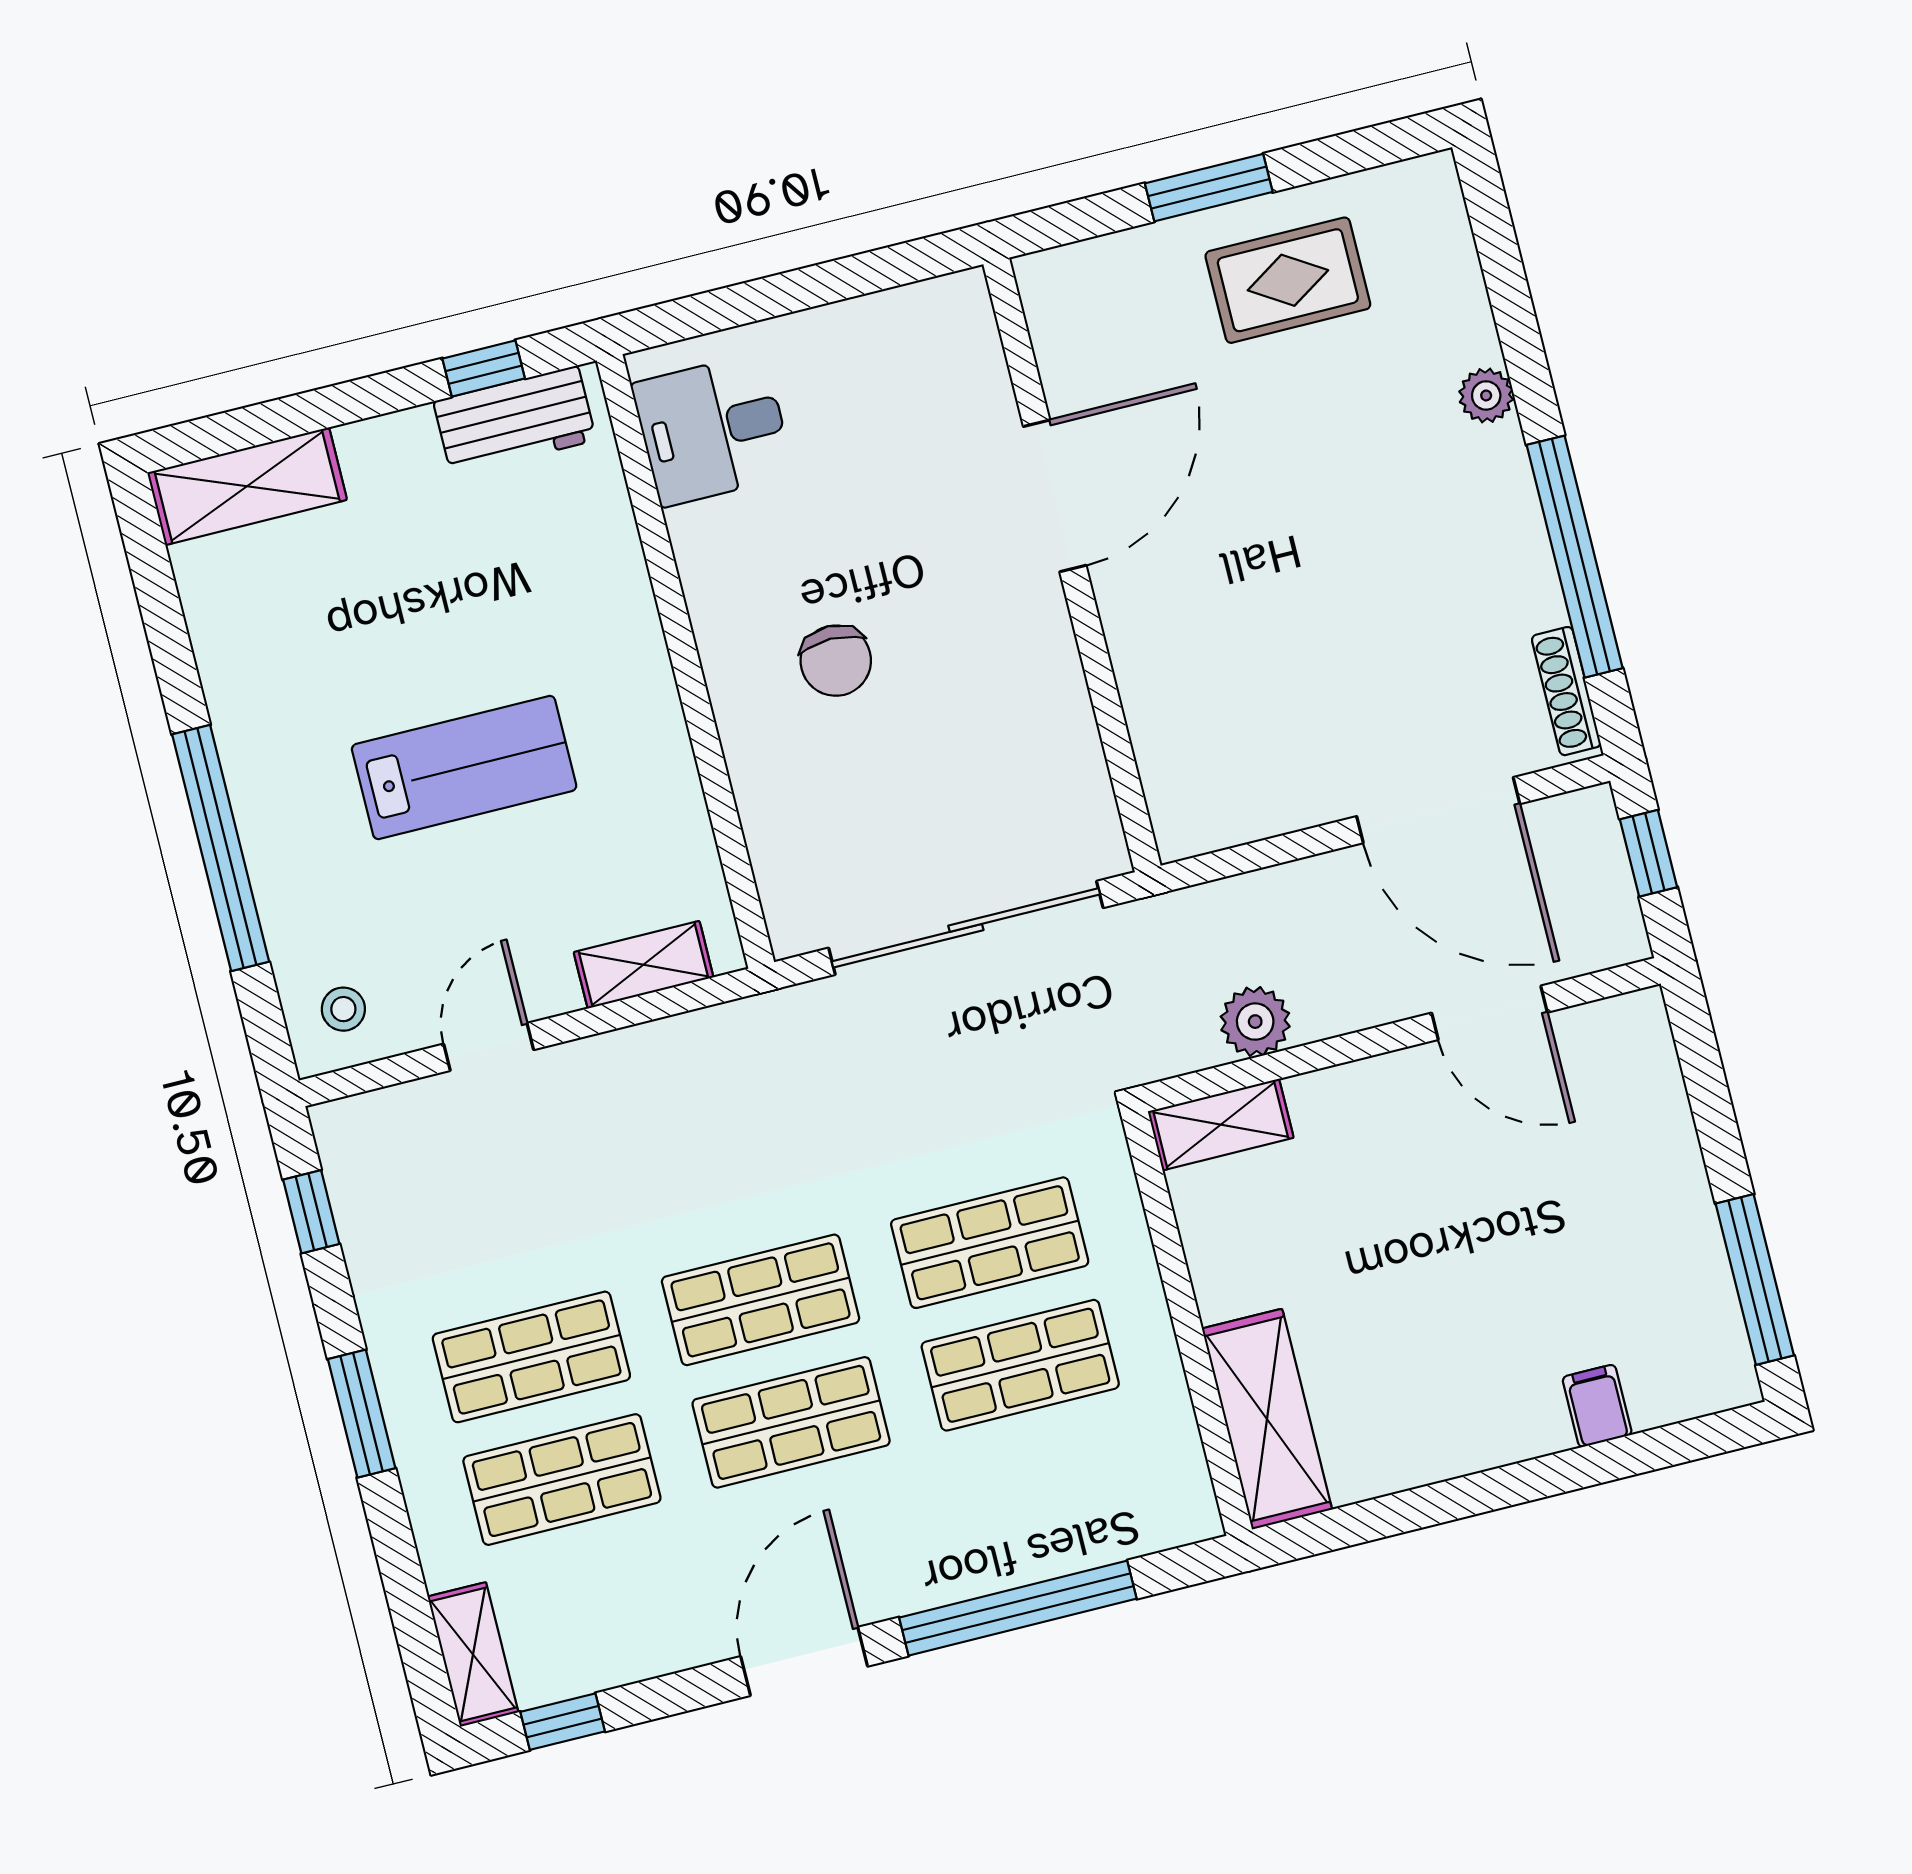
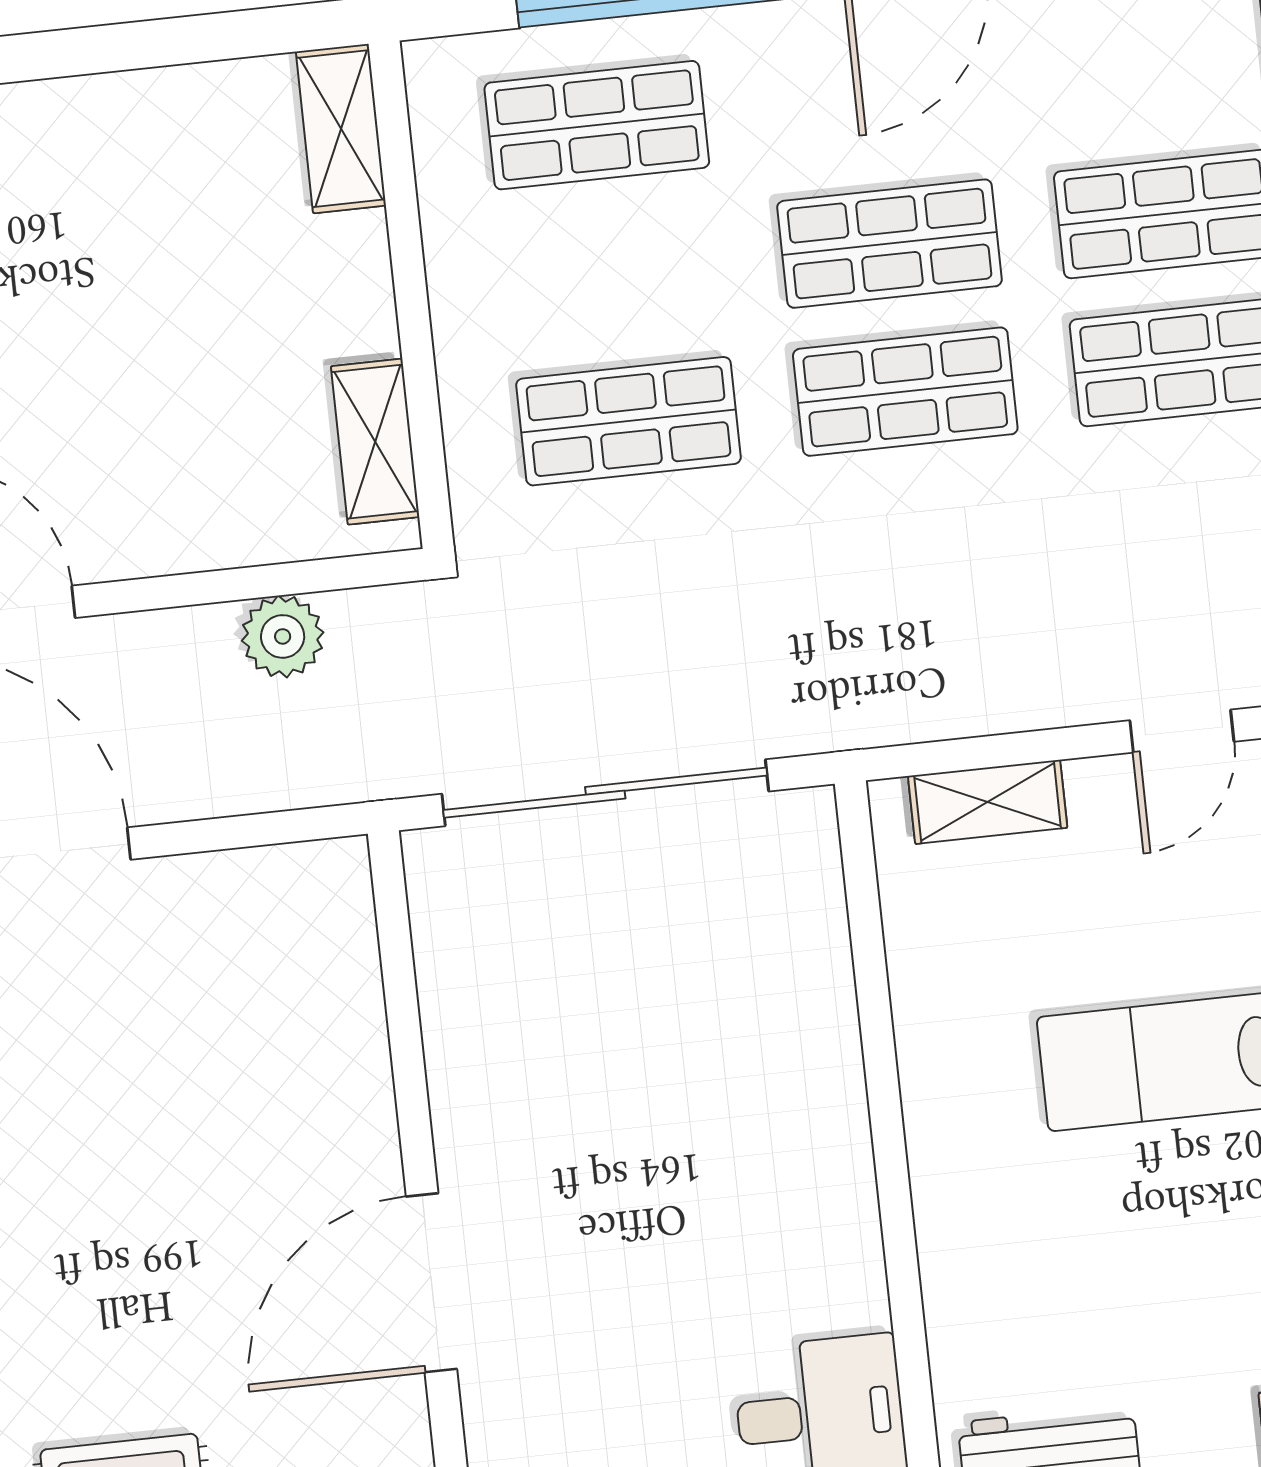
chair: (836, 661) -> (714, 1126), removed
shelving: (1221, 1125) -> (375, 442), moved, turned 90
shop shelf: (1020, 1365) -> (597, 125), moved
shelving: (1267, 1419) -> (341, 129), width x0.67, depth x0.75

